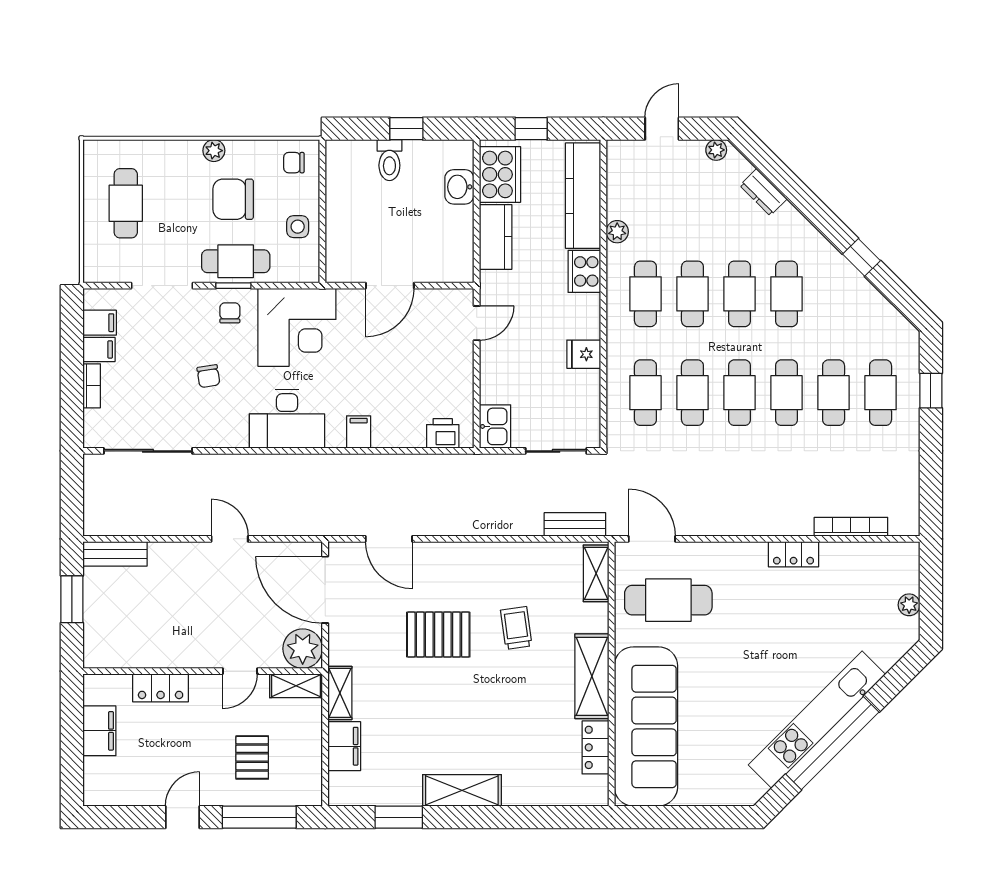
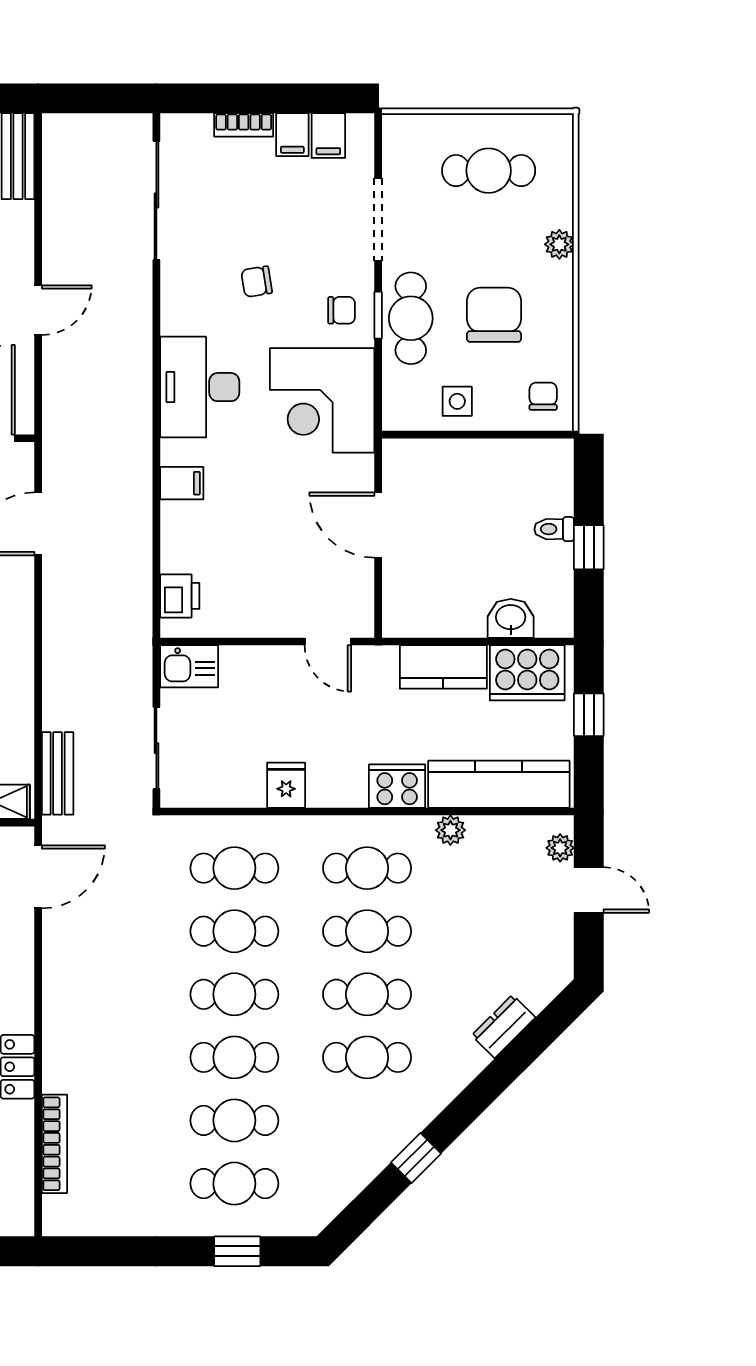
plant: (716, 150) -> (560, 848), moved
plant: (214, 151) -> (559, 244), moved
toilet: (389, 160) -> (554, 529), width x0.73, depth x0.72

